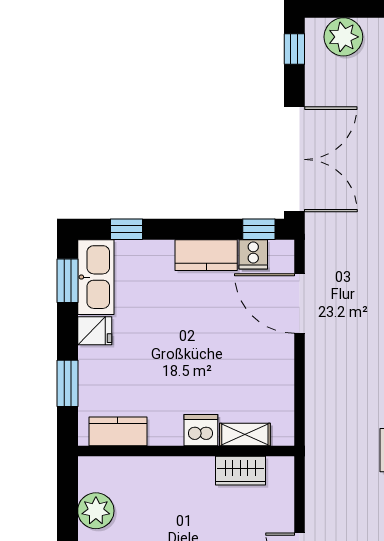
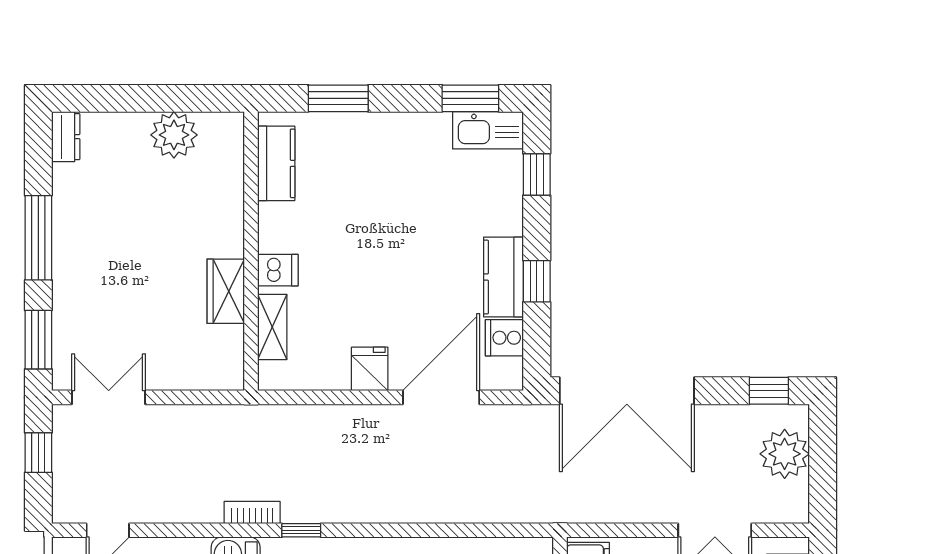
window: (259, 229) -> (537, 281), moved
kitchen sink: (96, 277) -> (488, 130), width x0.73, depth x0.81
fridge: (95, 331) -> (370, 369), moved, turned 180
dishwasher: (201, 430) -> (278, 270), width x0.73
wardrobe: (240, 471) -> (226, 291), moved

